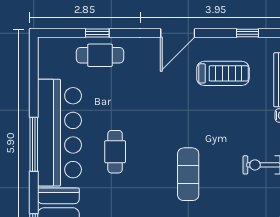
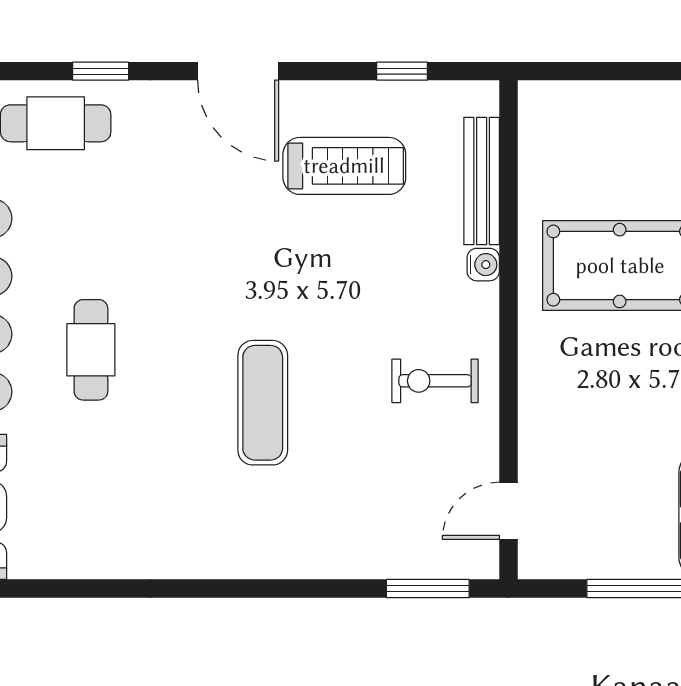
window: (97, 33) -> (101, 71), moved
door: (178, 33) -> (238, 71), hinge flipped

